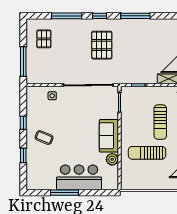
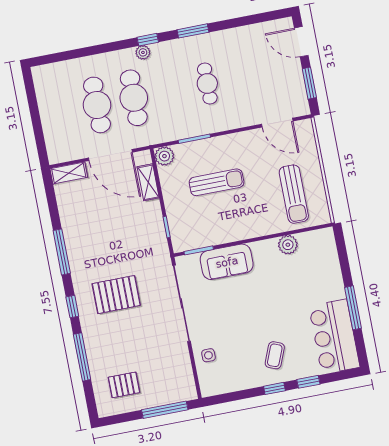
window: (23, 123) -> (274, 388), moved
sofa: (109, 136) -> (227, 262), moved
sun lounger: (147, 153) -> (294, 194), moved
bar counter: (79, 177) -> (334, 337), moved

